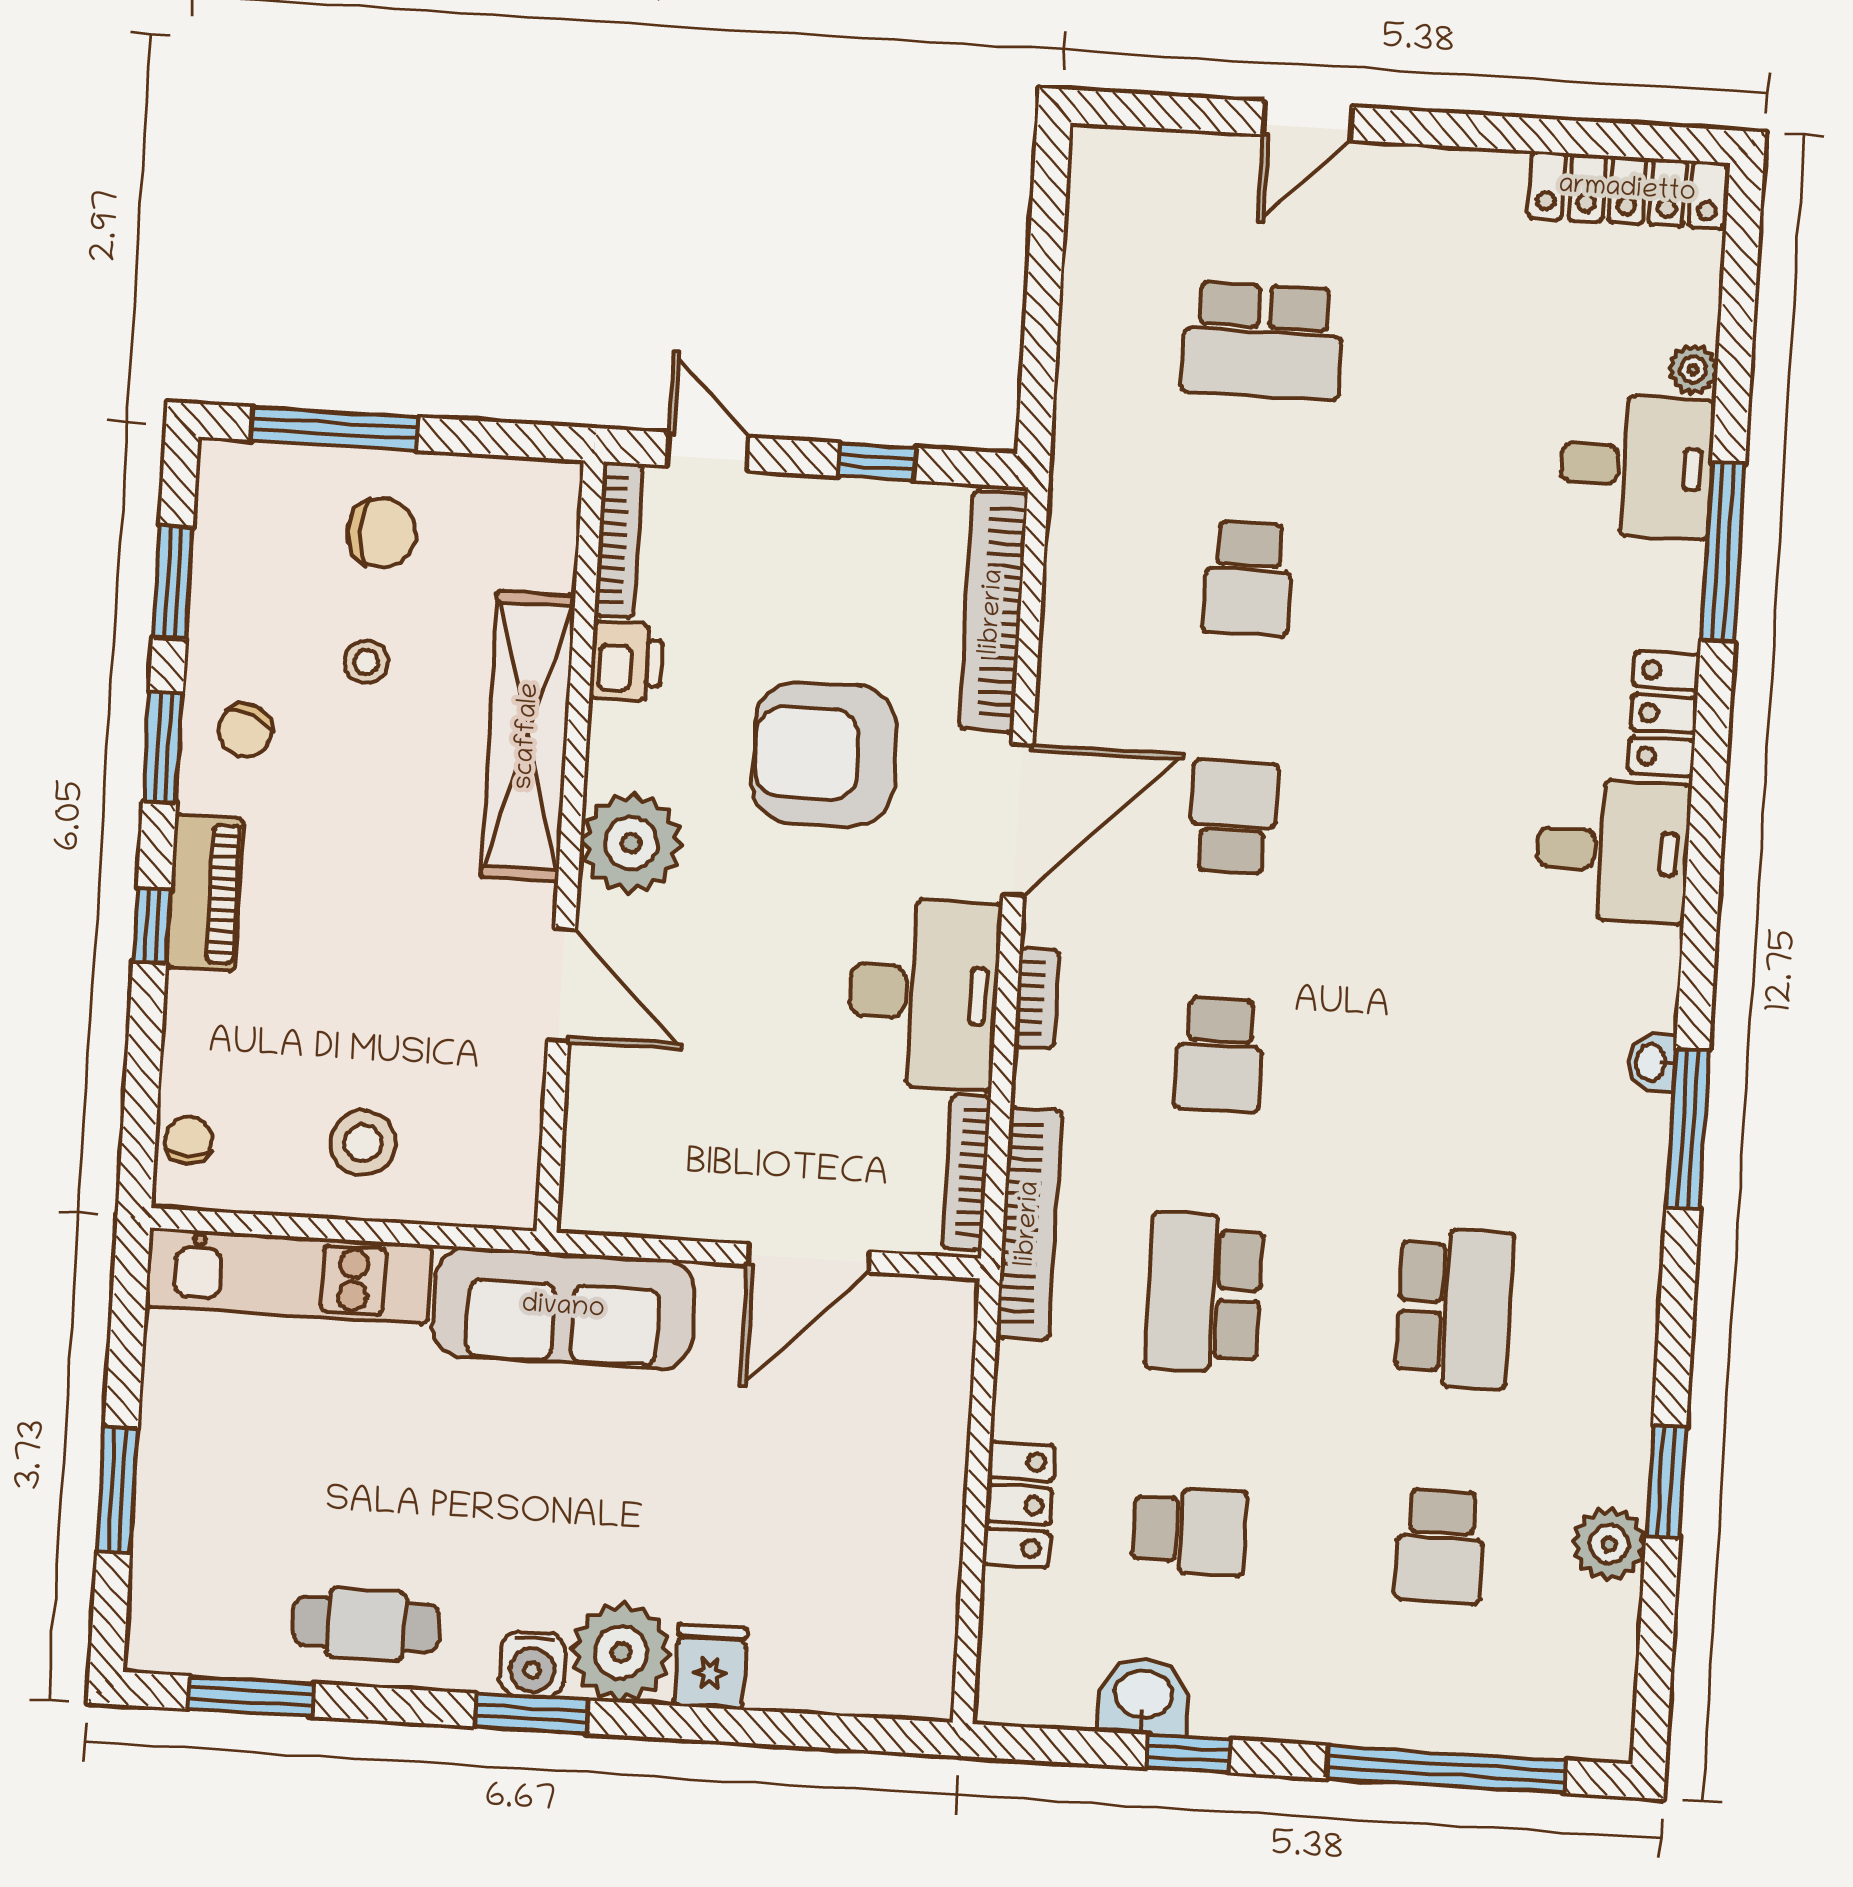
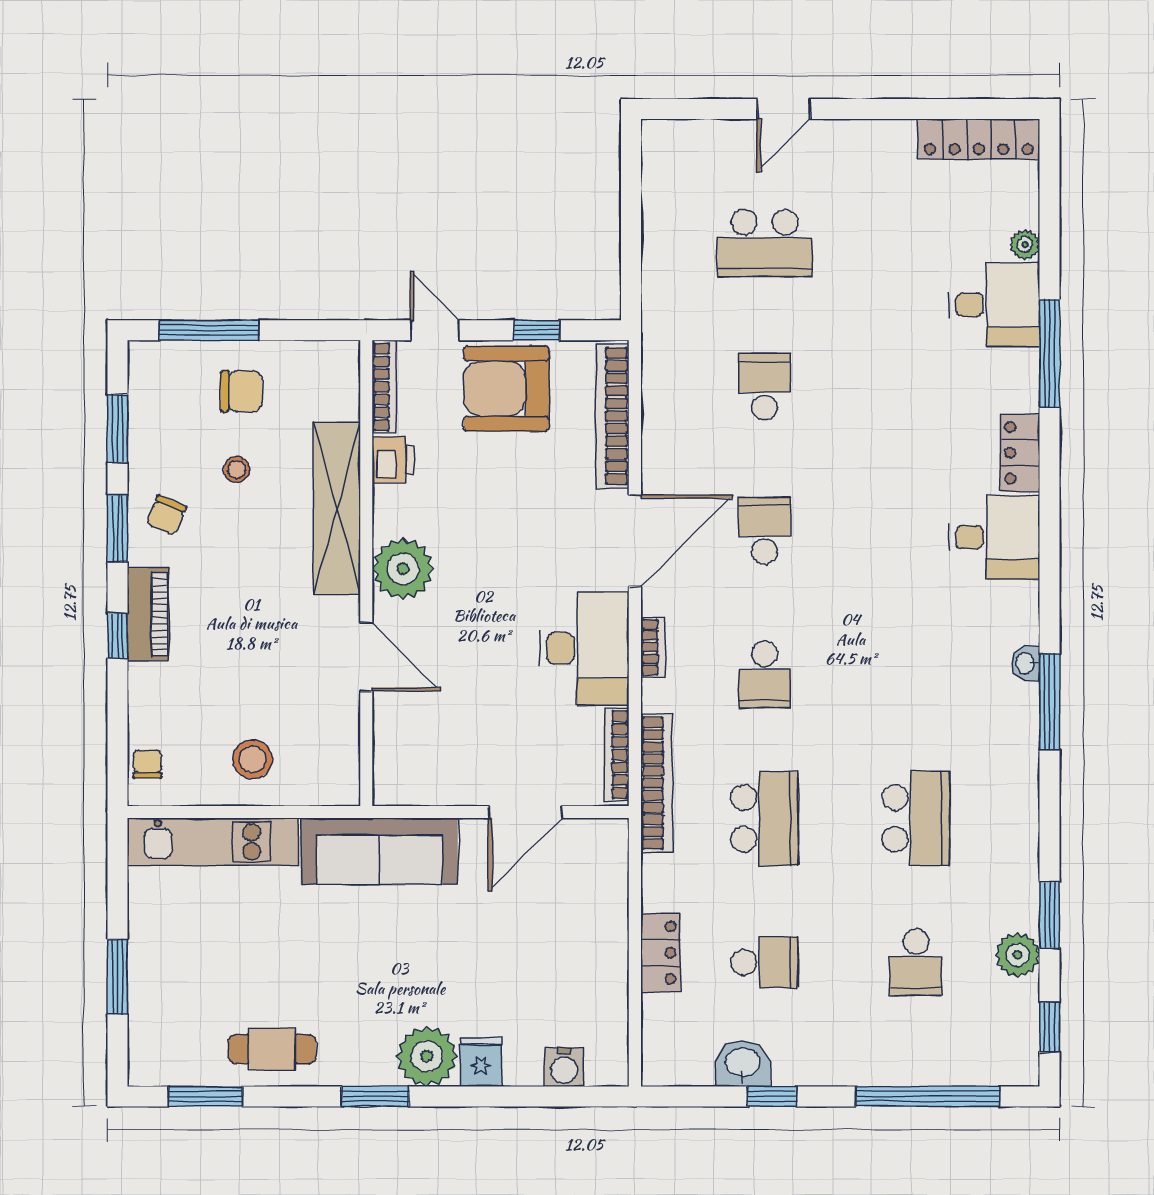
school desk: (1248, 579) -> (765, 387), turned 180
armchair: (824, 754) -> (506, 389), moved
school desk: (1204, 1293) -> (765, 818), turned 180
water cooler: (533, 1665) -> (564, 1067), moved
window: (1655, 1667) -> (1050, 1027), added

